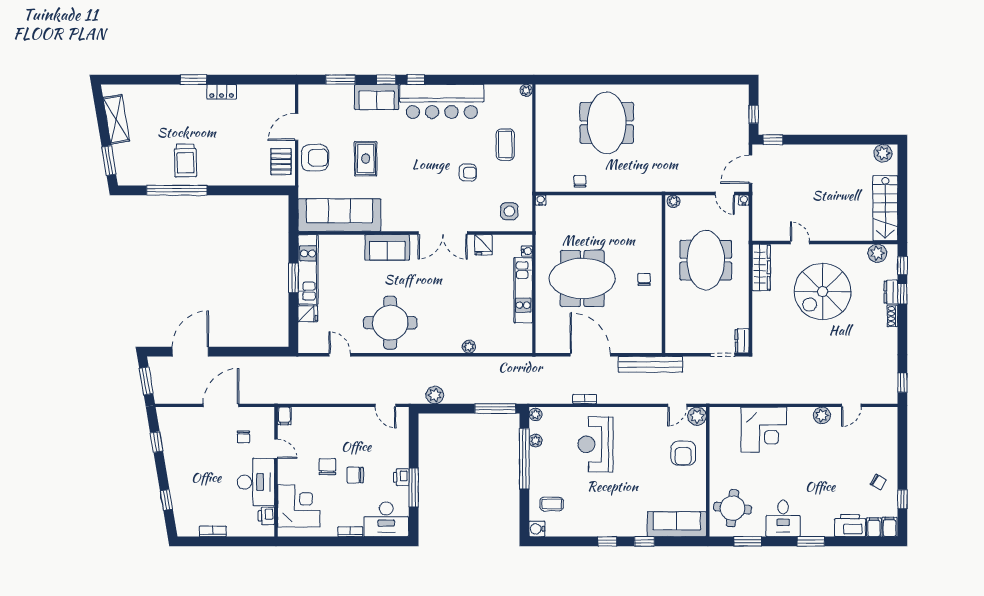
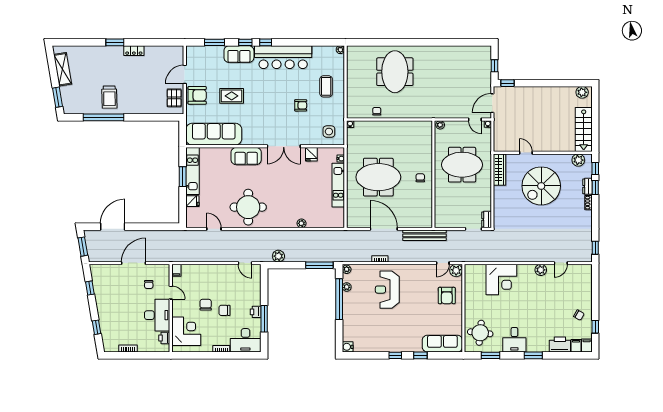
rug: (366, 159) -> (232, 96), turned 90
meeting table: (706, 260) -> (462, 165), turned 90
coffee table: (552, 504) -> (358, 330), removed

